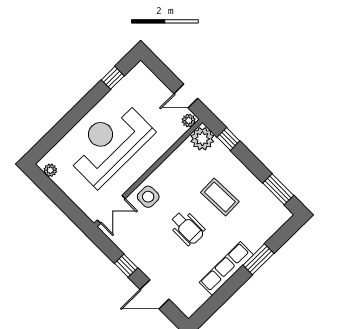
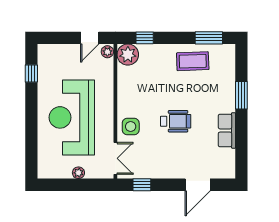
plant: (50, 170) -> (78, 173), moved
coffee table: (220, 197) -> (193, 61), moved
window: (126, 266) -> (142, 185), moved
row of seats: (226, 269) -> (227, 130), width x0.68

